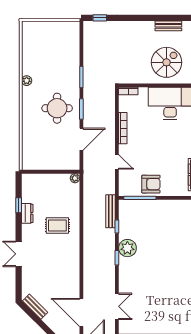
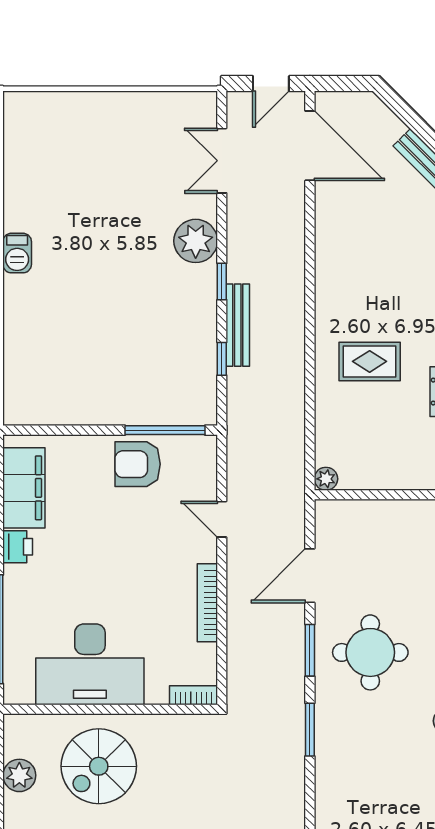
bench: (110, 211) -> (238, 325), moved
plant: (127, 248) -> (196, 241), moved

